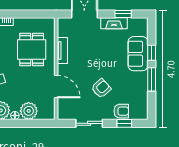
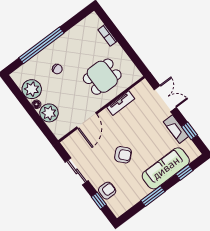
window: (152, 53) -> (184, 172), moved
sofa: (138, 54) -> (166, 168), width x1.36
armchair: (101, 88) -> (123, 155), moved
armchair: (121, 111) -> (107, 191), turned -90

